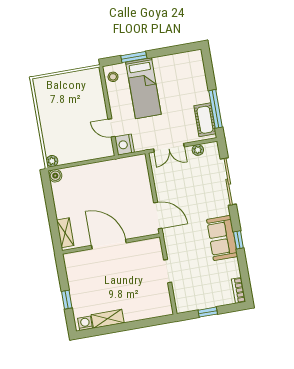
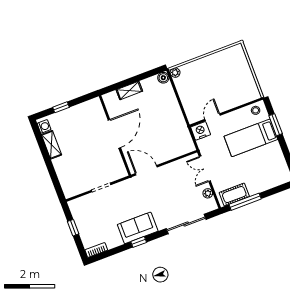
door: (158, 215) -> (146, 170), swing flipped
shelving: (65, 233) -> (129, 91), moved

